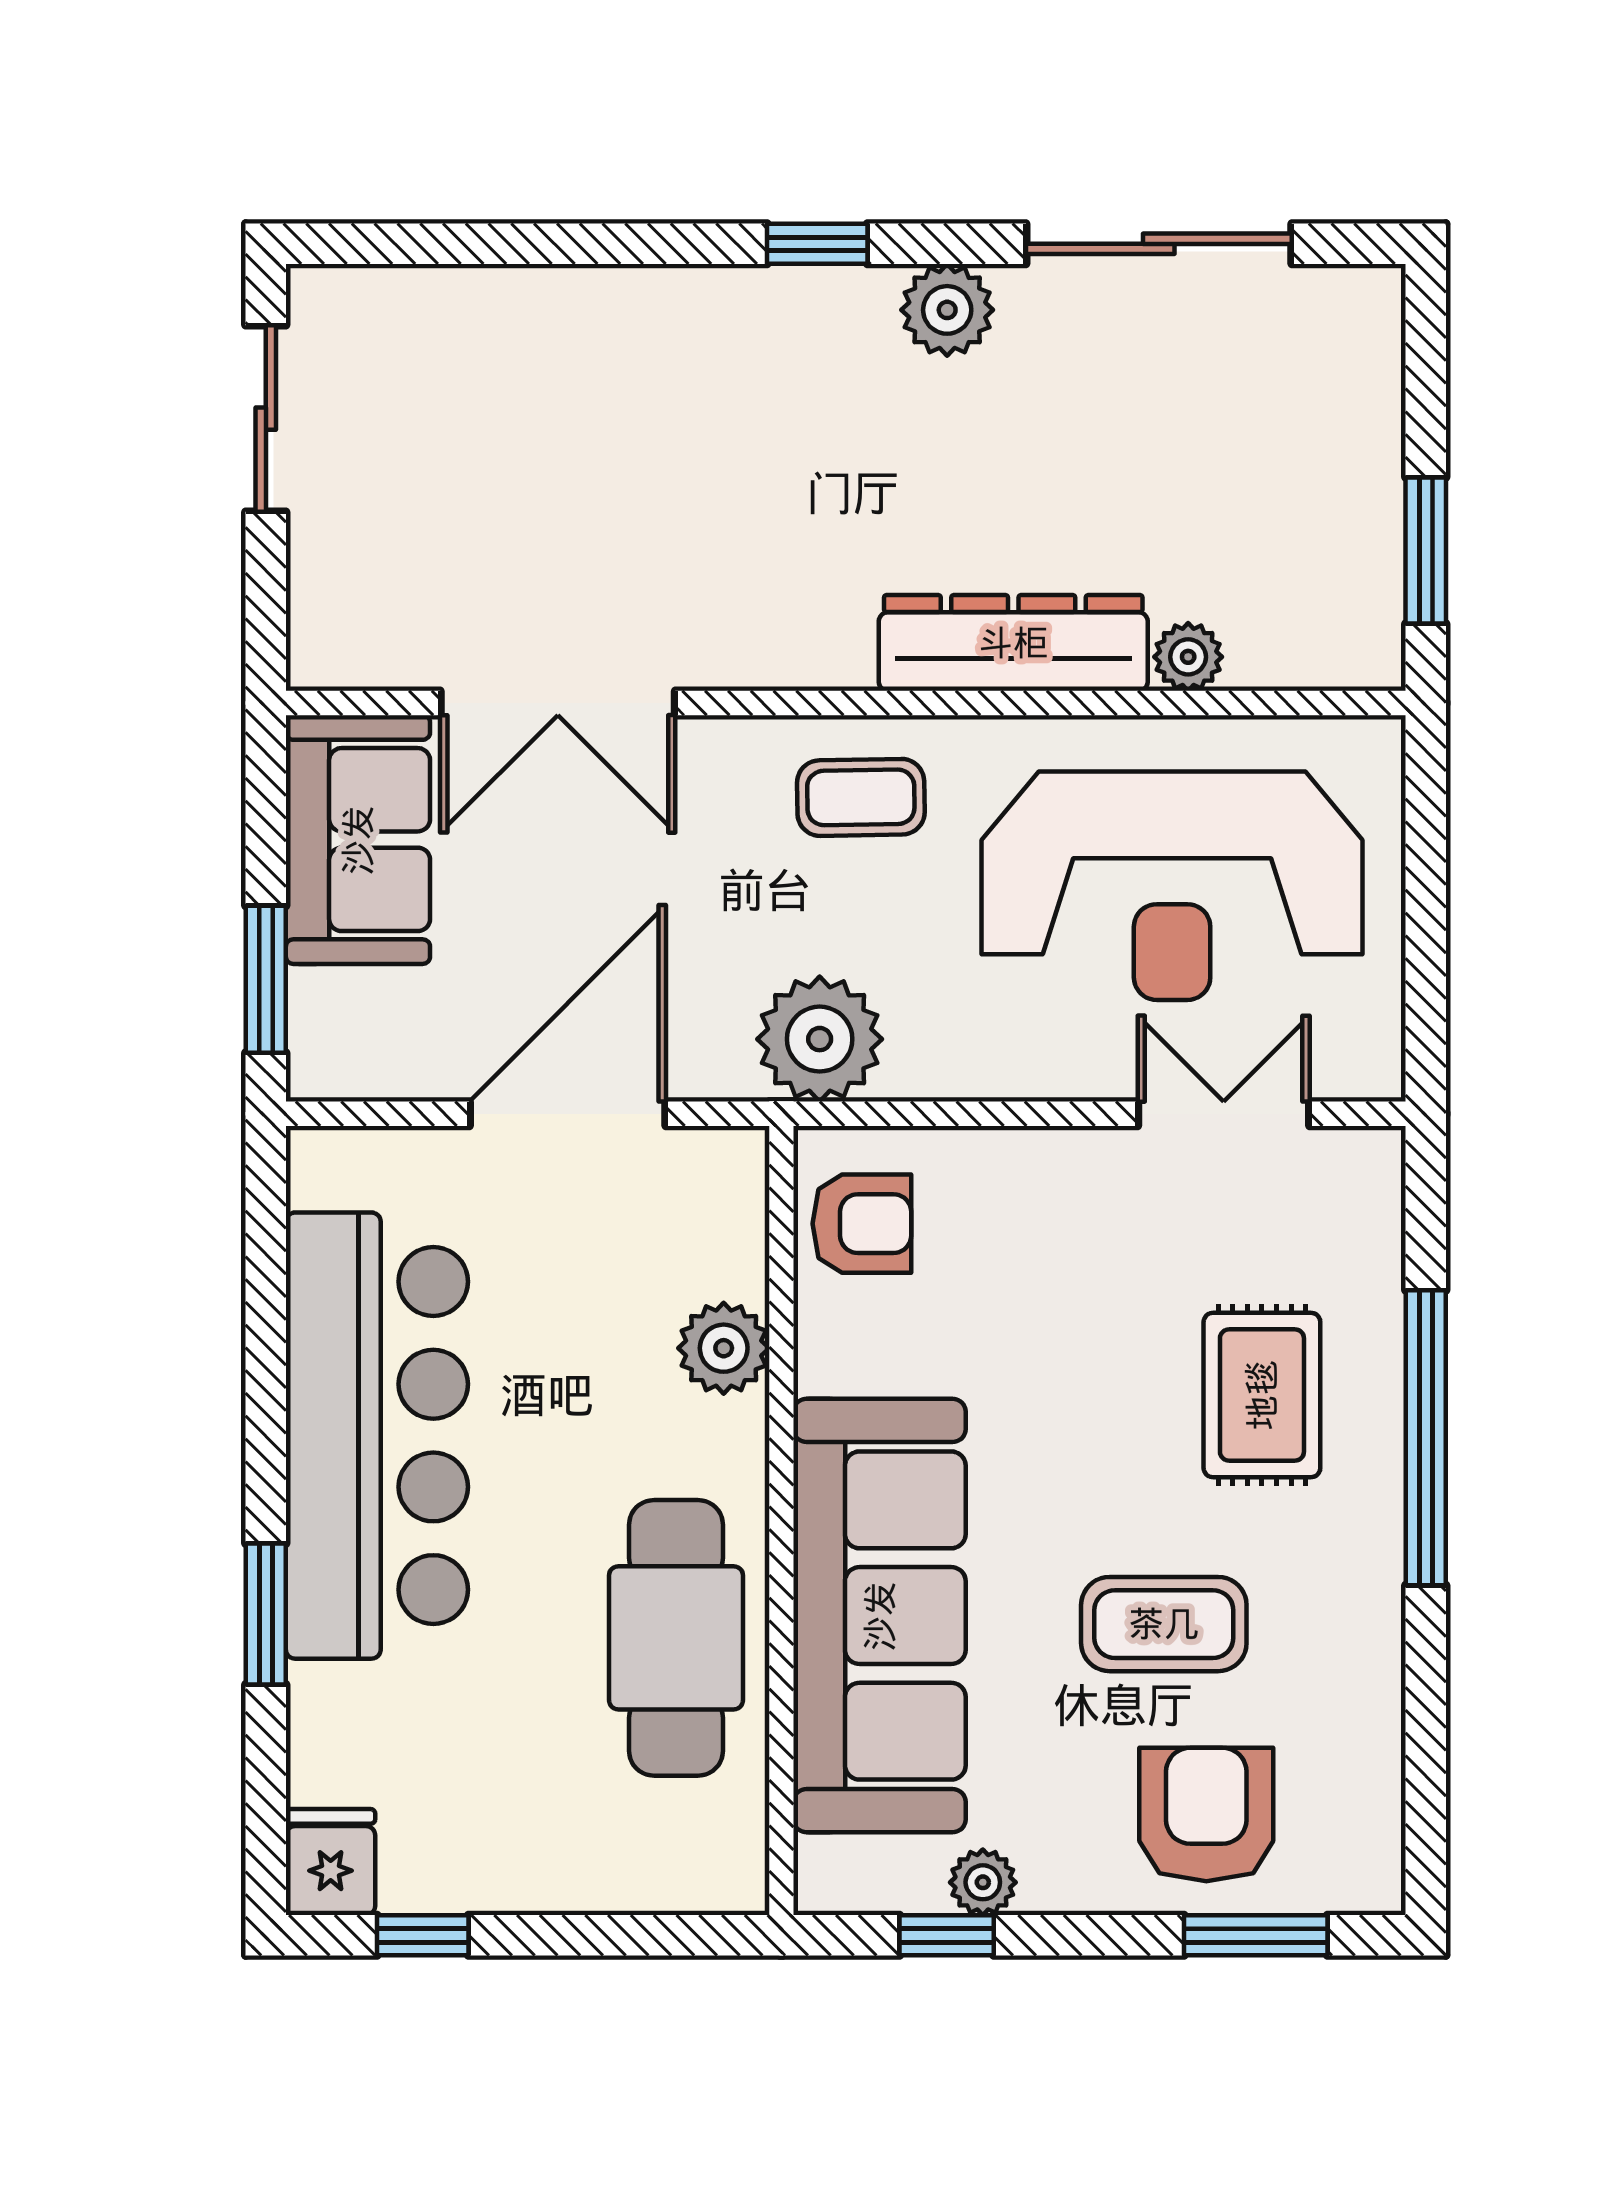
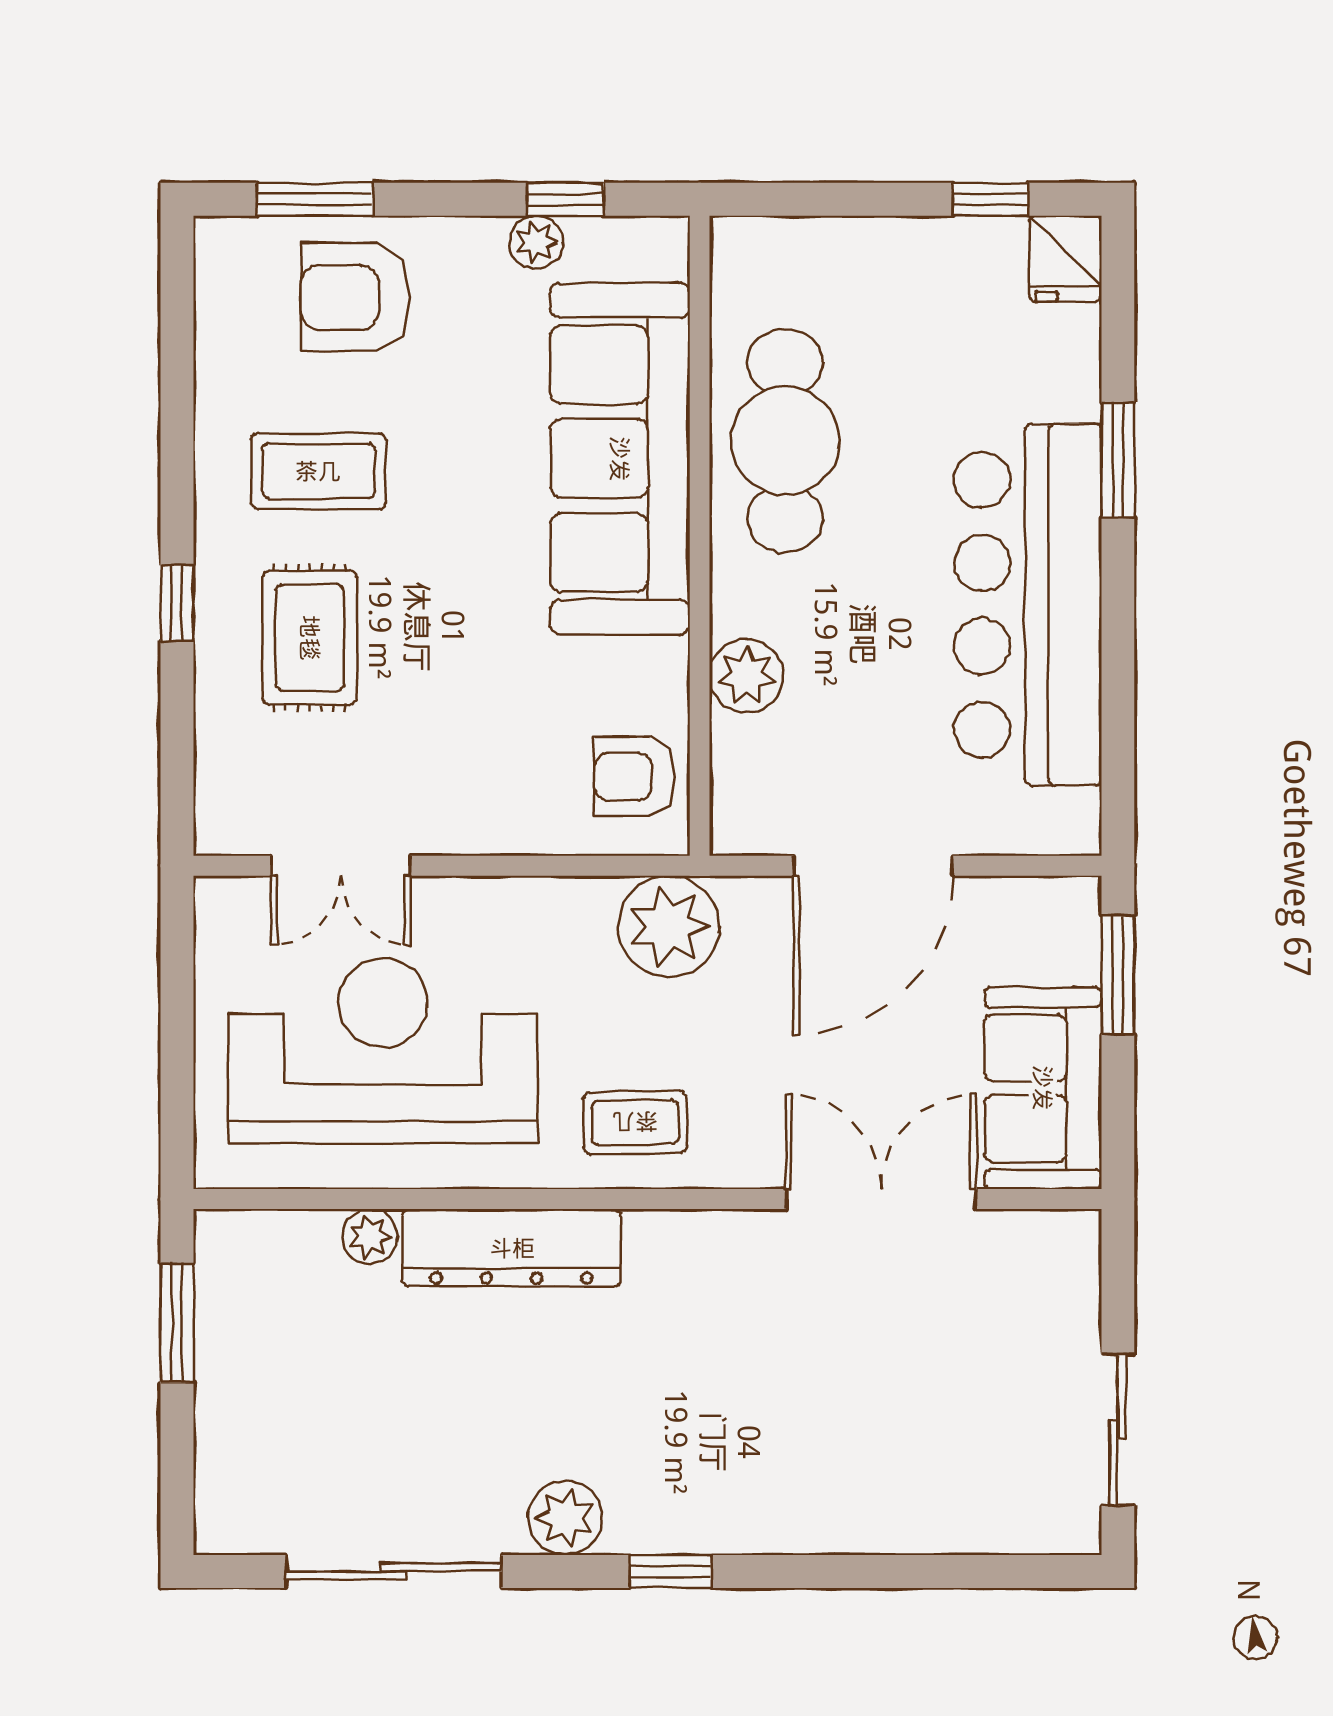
window: (1426, 1438) -> (177, 603), width x0.32
coffee table: (1164, 1624) -> (318, 471), moved
armchair: (1206, 1814) -> (355, 297), turned 90

